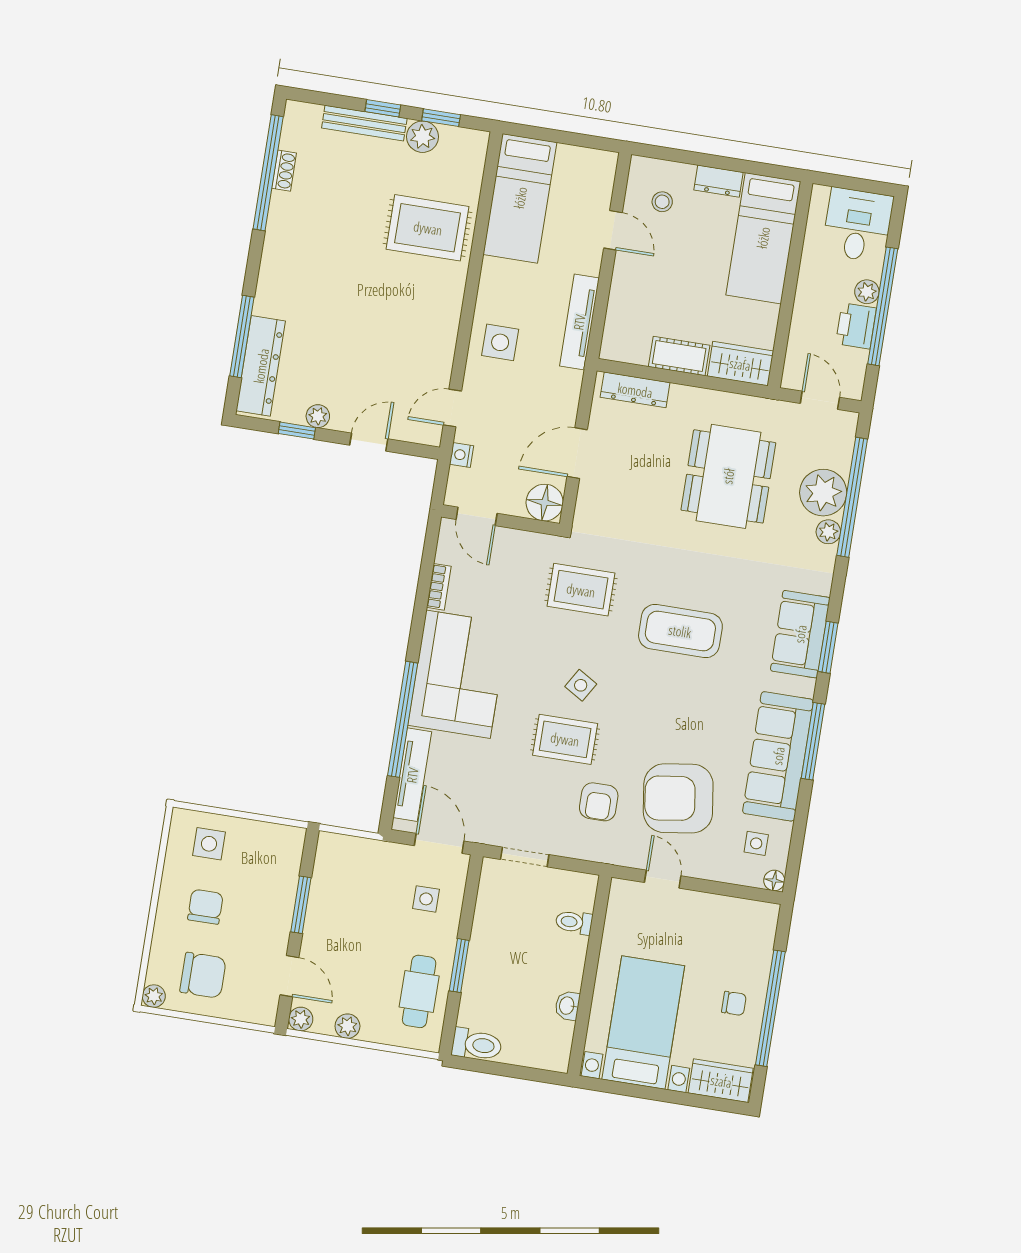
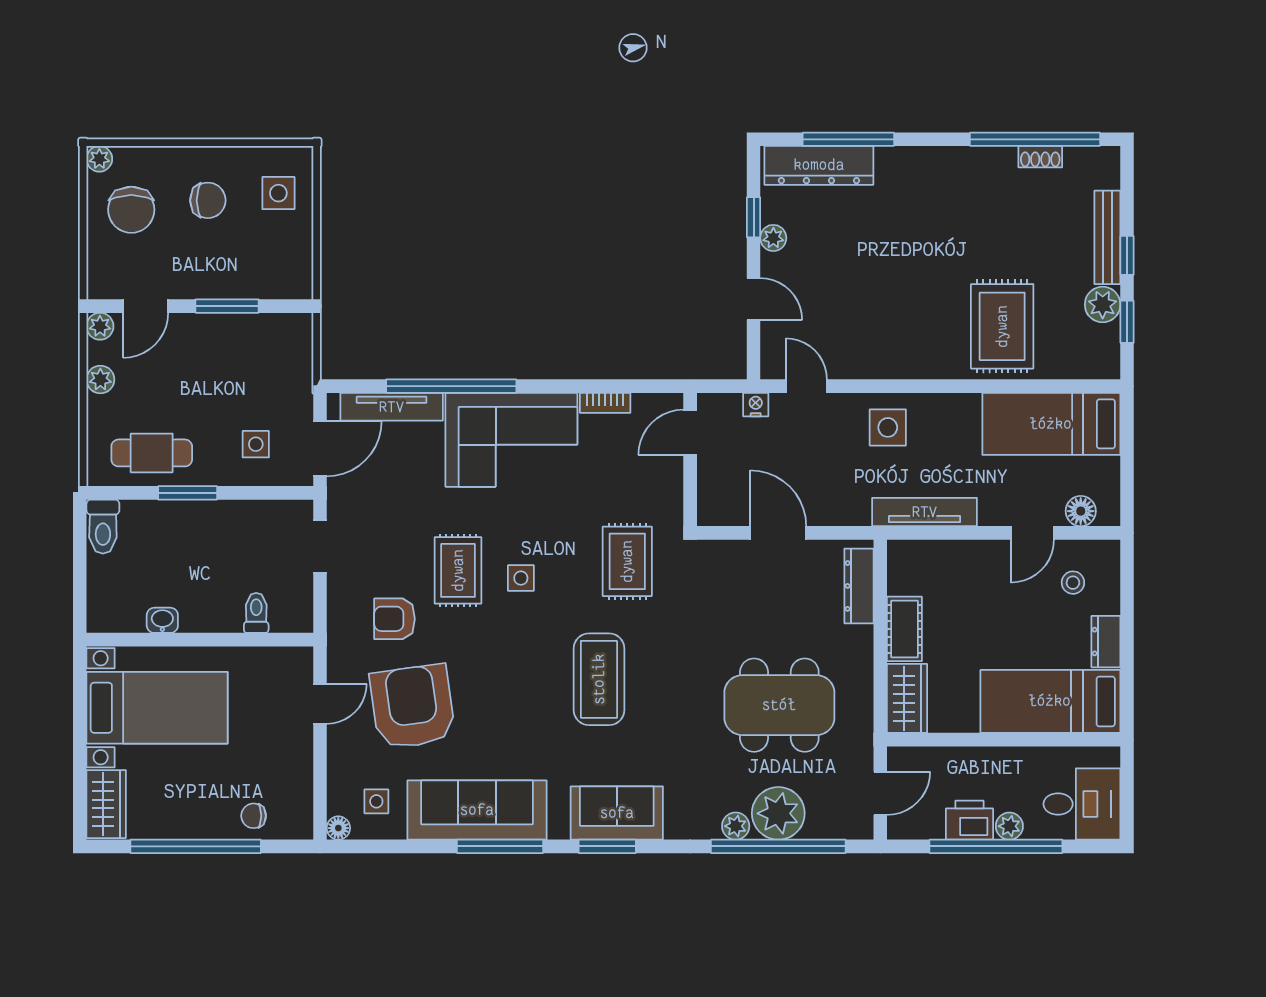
floor lamp: (545, 503) -> (1081, 511), moved, width x0.73, depth x0.73
side table: (581, 685) -> (521, 578), turned -31
chair: (734, 1003) -> (254, 816), moved, turned 90

